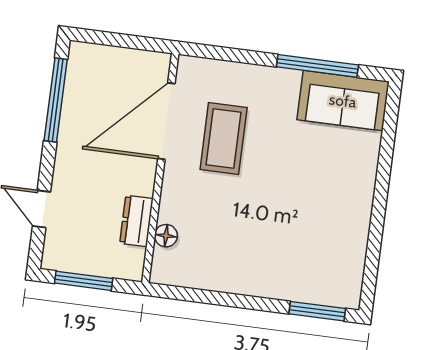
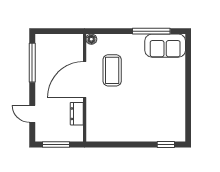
door: (166, 121) -> (85, 80), moved
floor lamp: (166, 236) -> (91, 39), moved
window: (317, 311) -> (166, 145), width x0.67

